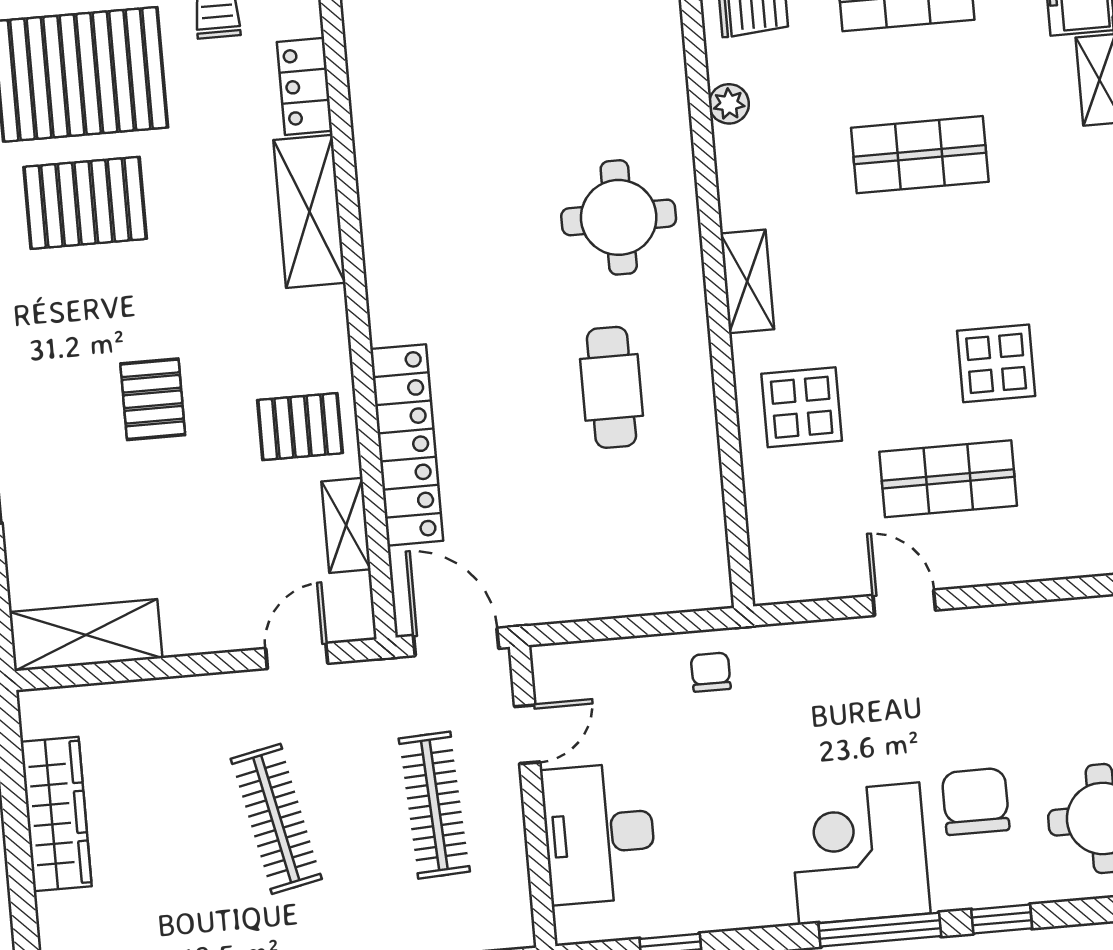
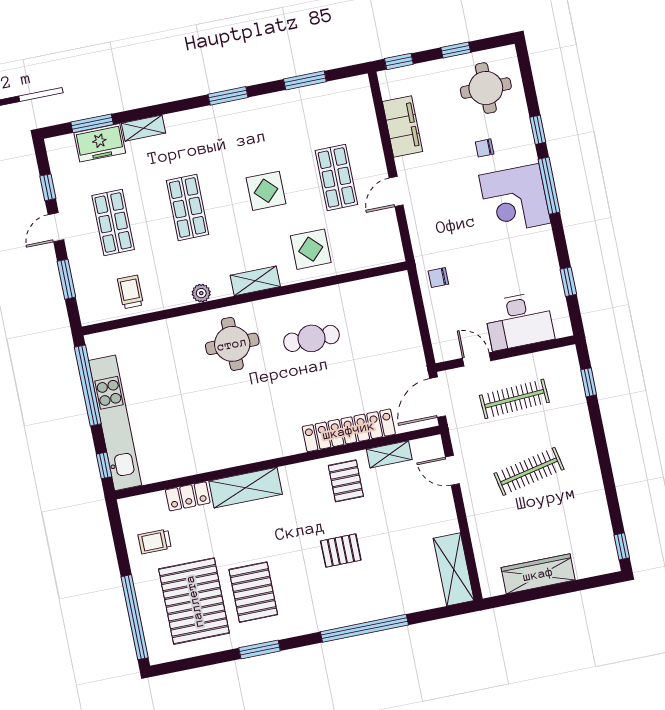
plant: (729, 104) -> (201, 293), moved
display table: (996, 363) -> (266, 191), moved
filing cabinet: (1041, 632) -> (403, 127), added
chair: (976, 801) -> (485, 148), width x0.54, depth x0.54

